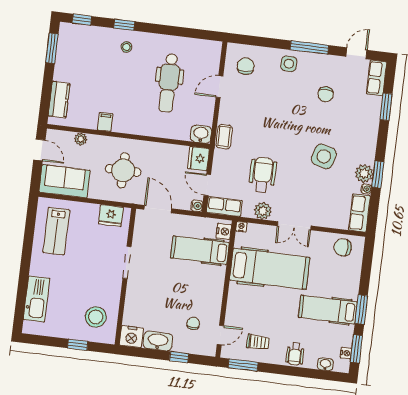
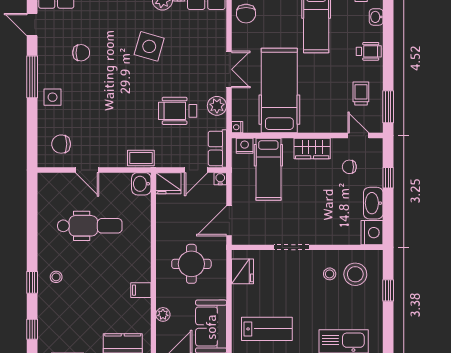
wardrobe: (214, 292) -> (312, 149), added
stool: (99, 294) -> (330, 274), added

